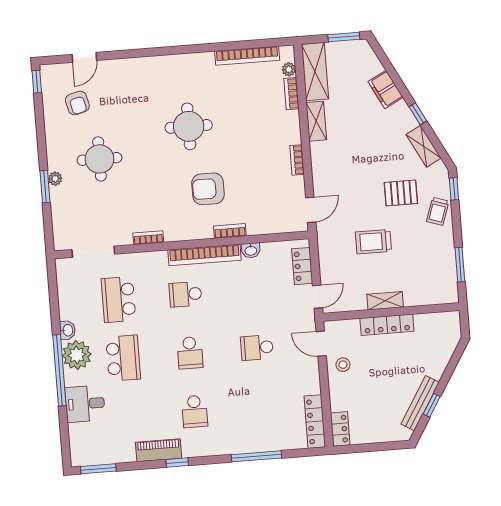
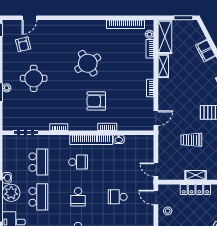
round table: (189, 126) -> (88, 63), turned -31
locker: (302, 266) -> (148, 151), removed
school desk: (185, 294) -> (78, 162), turned 180
door: (318, 297) -> (156, 170), swing flipped
school desk: (119, 300) -> (38, 162), turned 180

